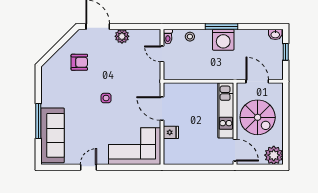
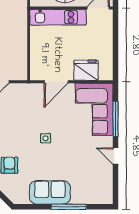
fridge: (171, 132) -> (86, 70), width x1.88, depth x1.34
sofa: (52, 135) -> (50, 192), moved, width x0.73
window: (125, 167) -> (116, 119), added

